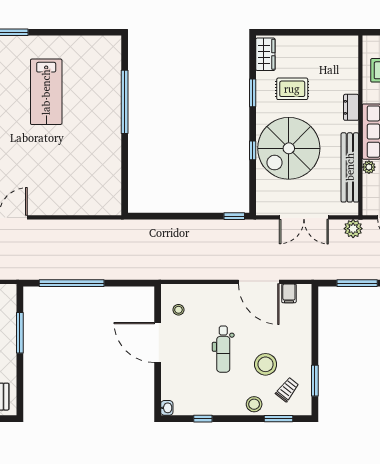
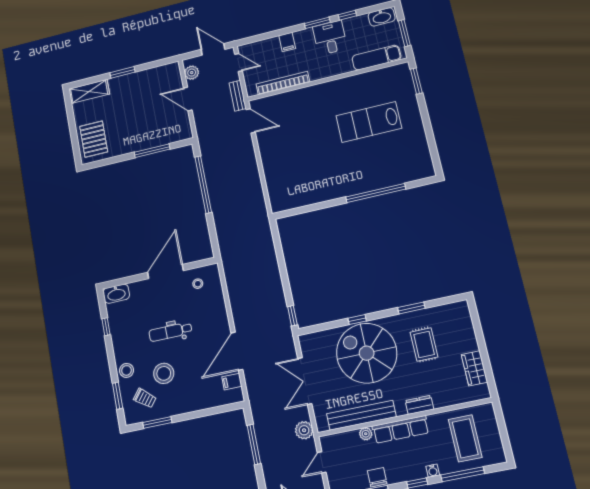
wardrobe: (265, 54) -> (474, 368), moved, turned 90
washbasin: (167, 408) -> (116, 294), width x1.91, depth x1.45

